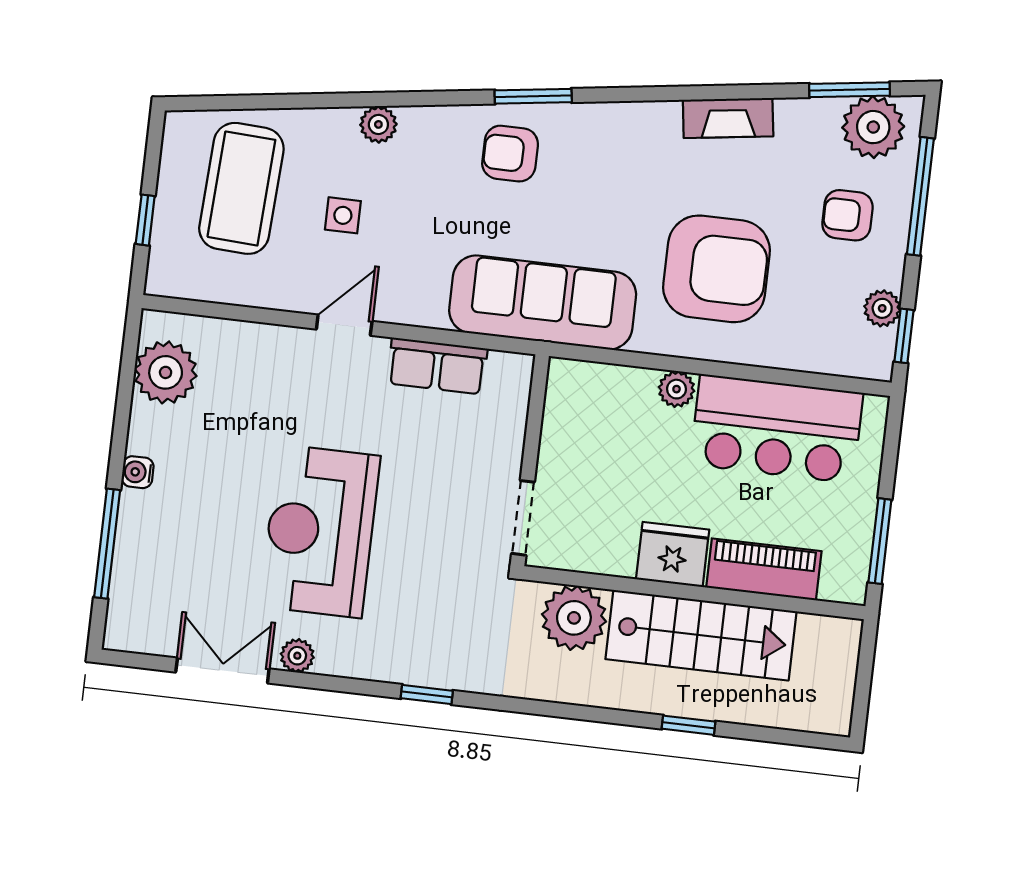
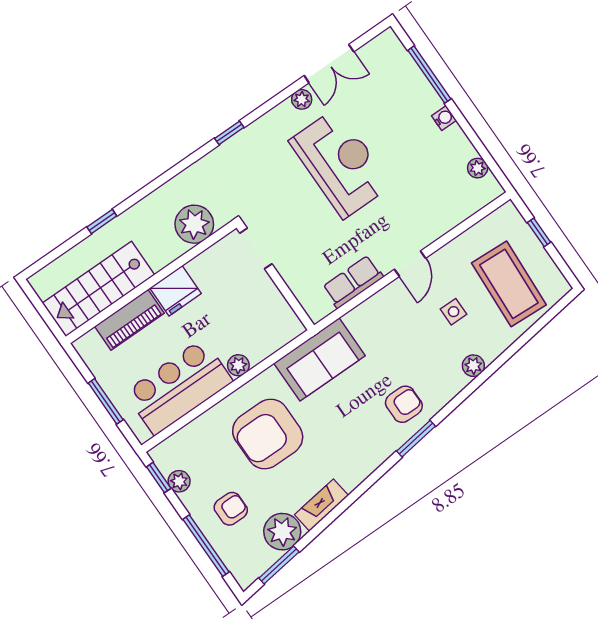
plant: (873, 127) -> (282, 532), moved
sofa: (543, 302) -> (320, 359), width x0.73
plant: (166, 372) -> (478, 168), width x0.53, depth x0.53
window: (880, 541) -> (106, 401), moved
stairs: (701, 635) -> (99, 289), moved

